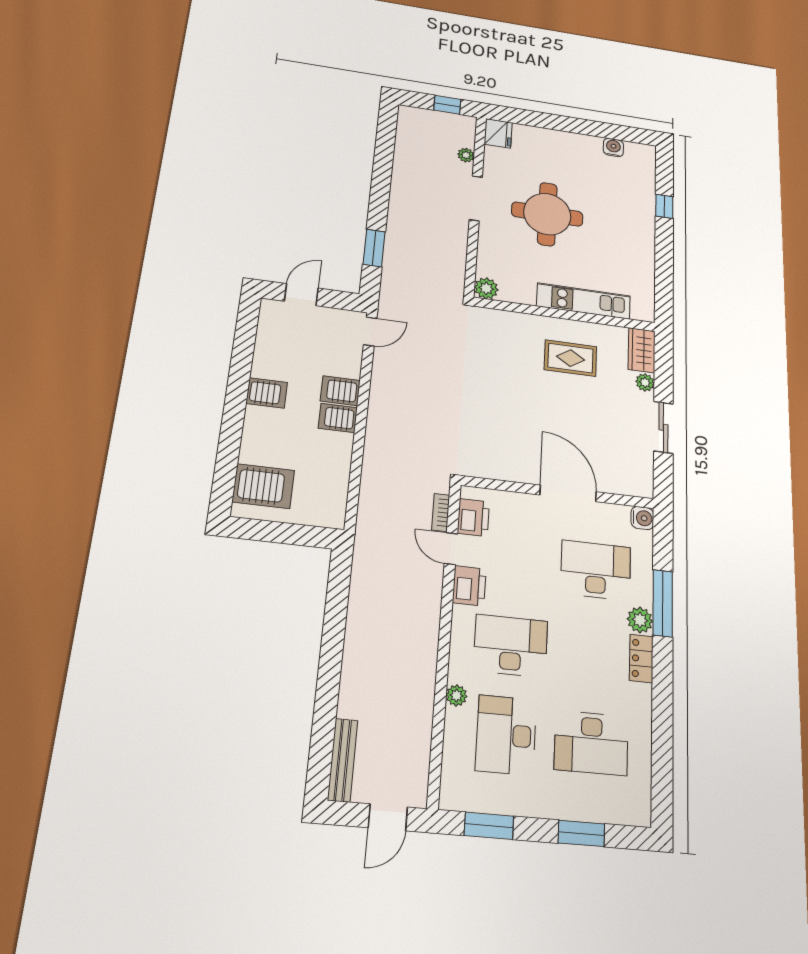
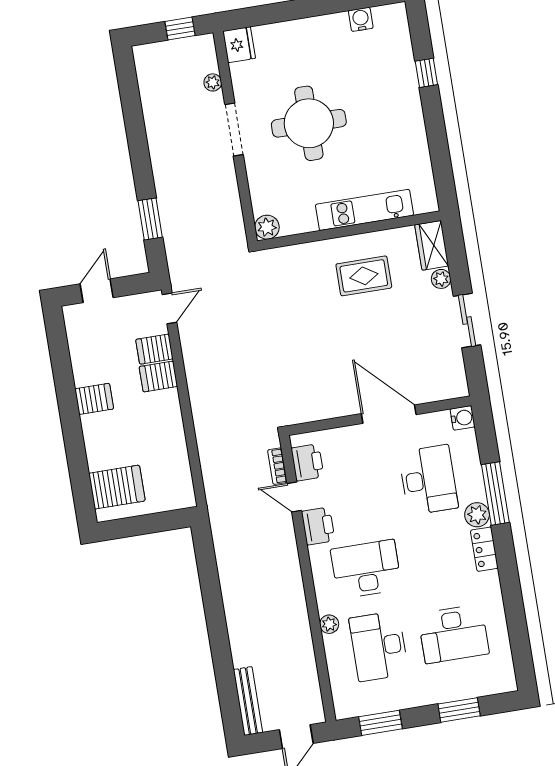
server rack: (338, 418) -> (154, 349), moved
desk: (596, 570) -> (428, 480), turned 90

